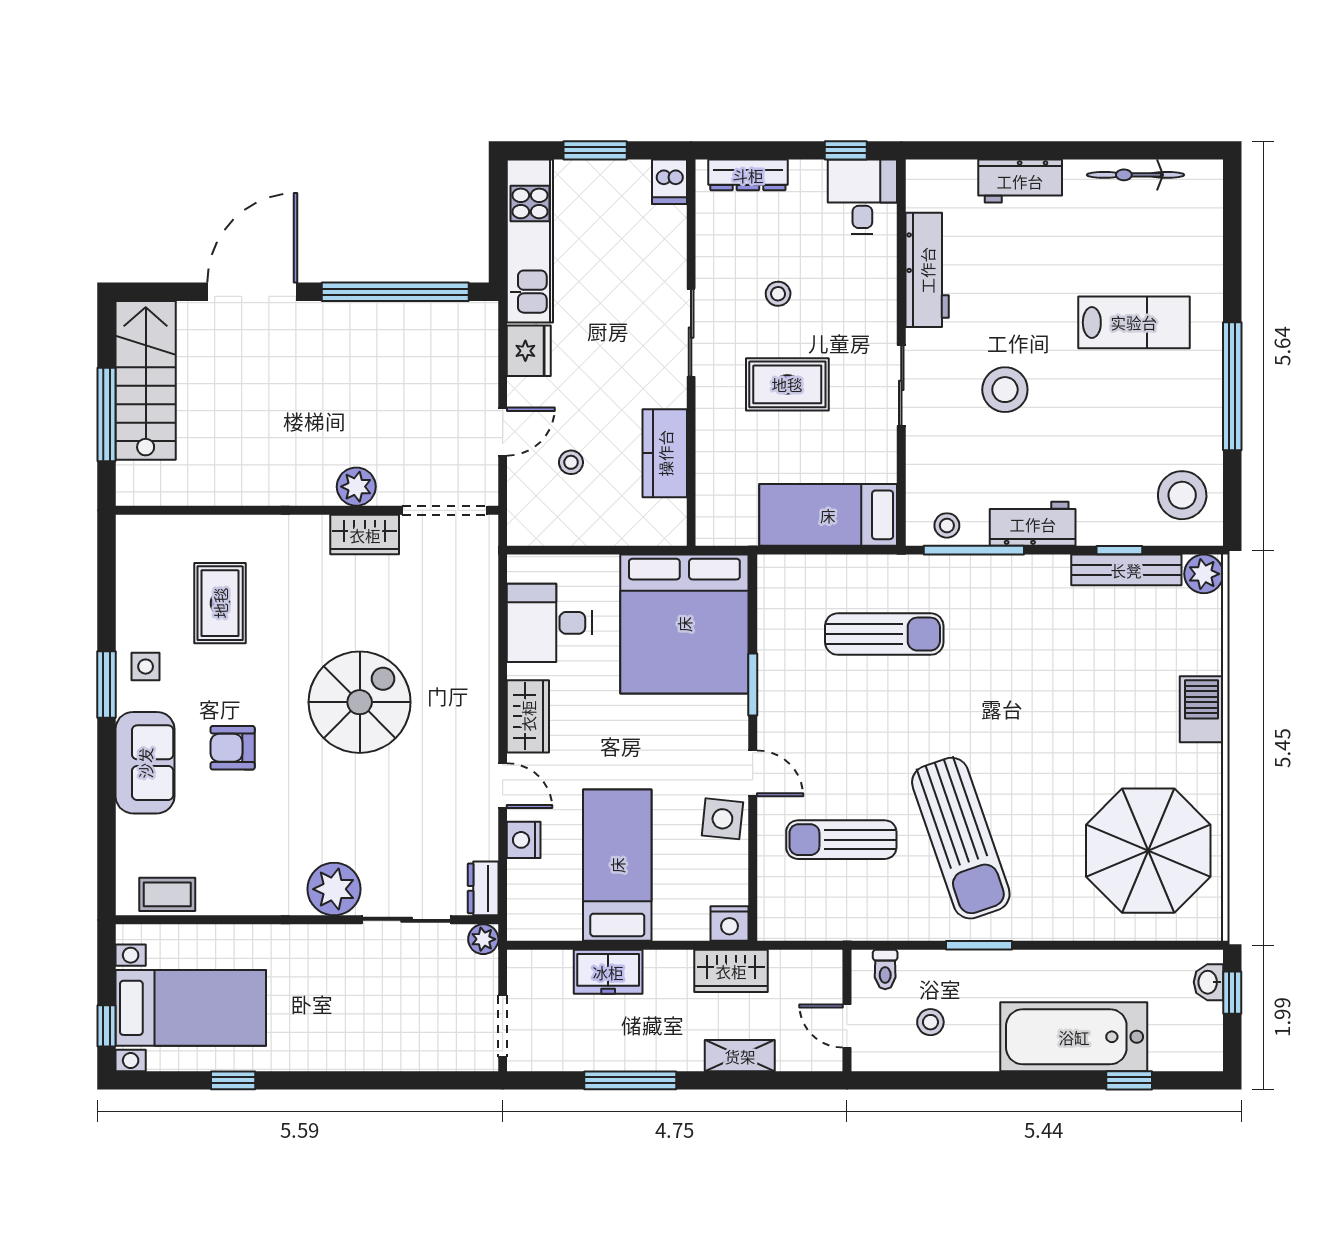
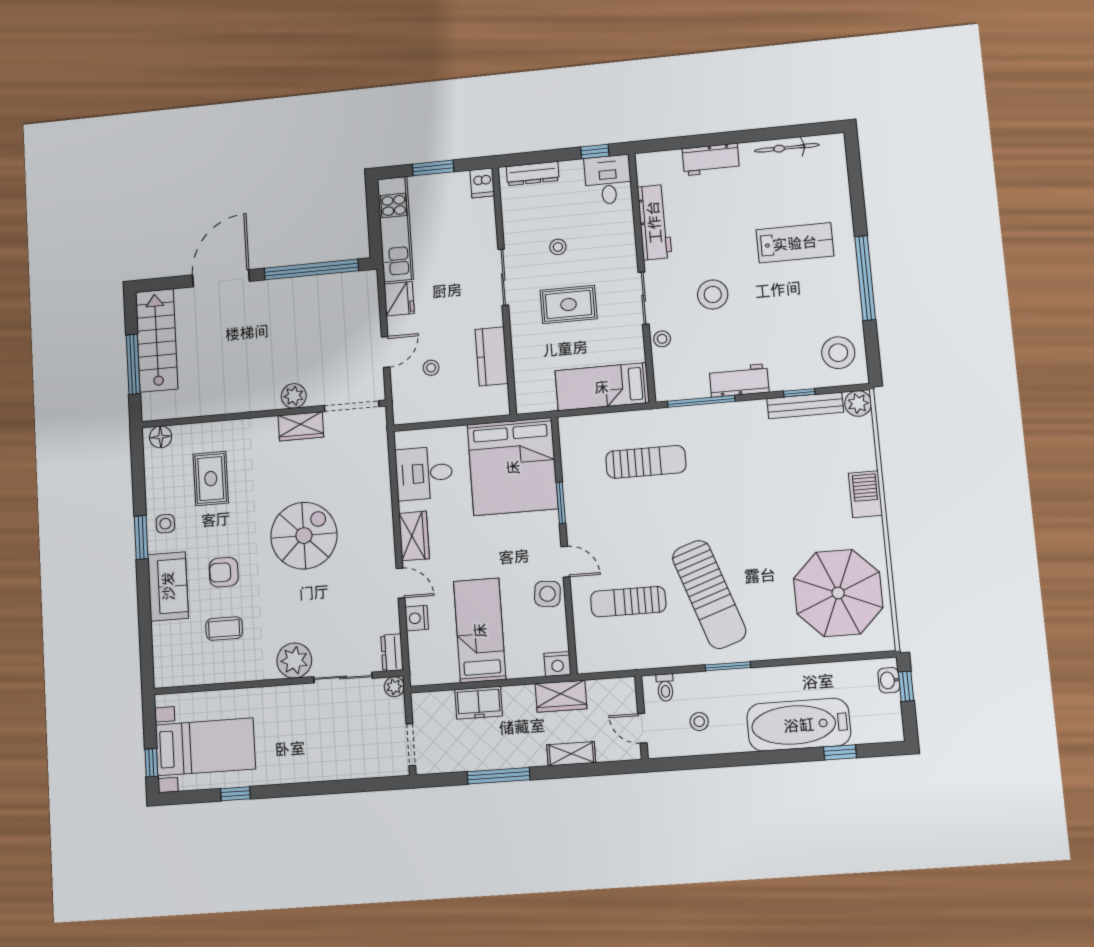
stool: (947, 525) -> (662, 339), moved
floor lamp: (145, 532) -> (161, 437), added
coffee table: (167, 894) -> (224, 629), moved

